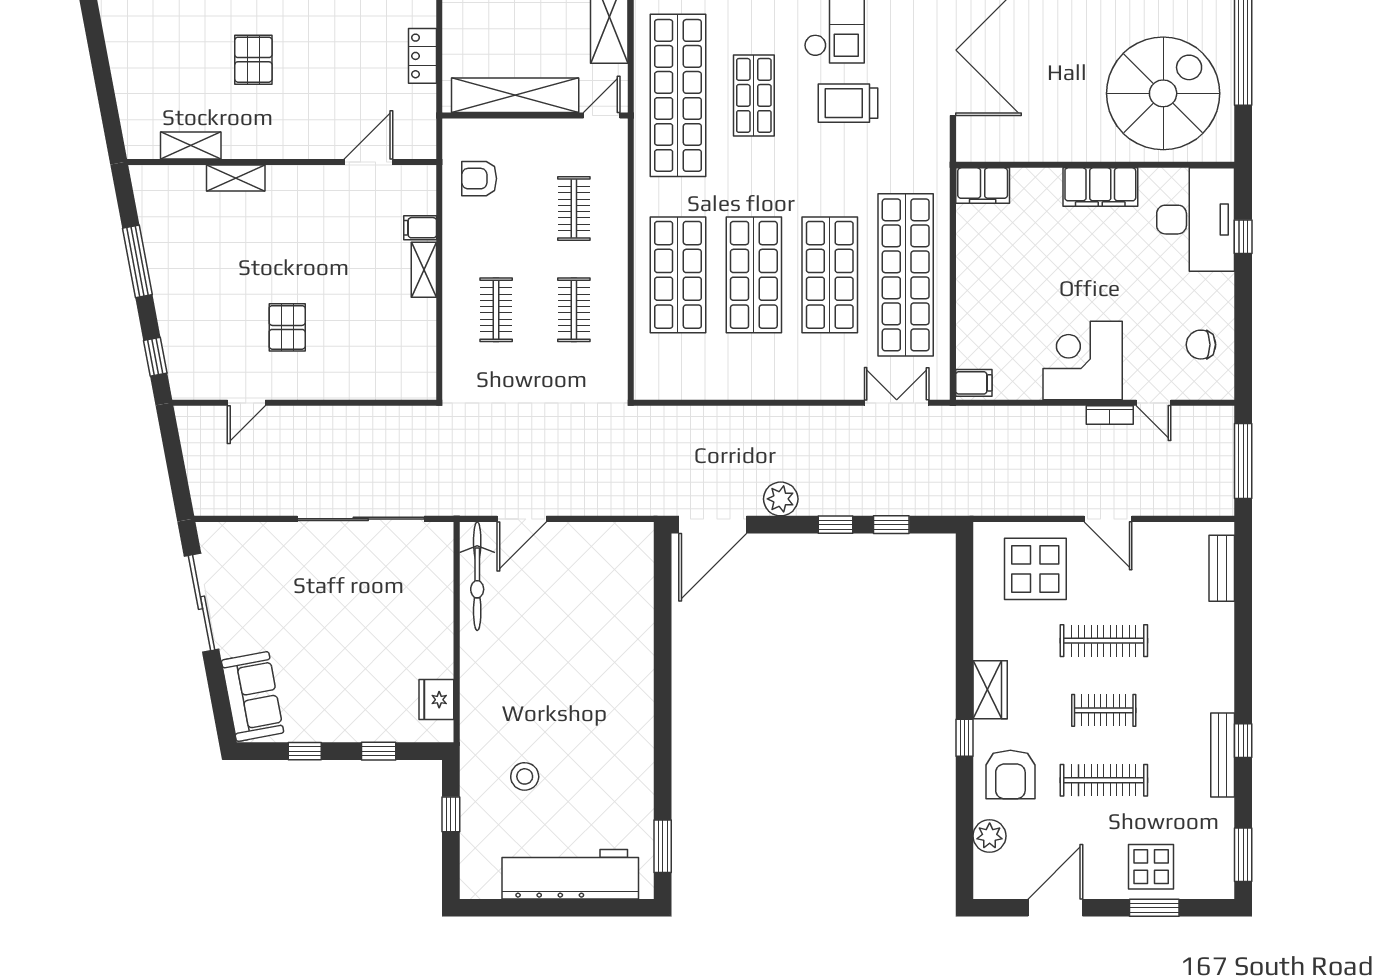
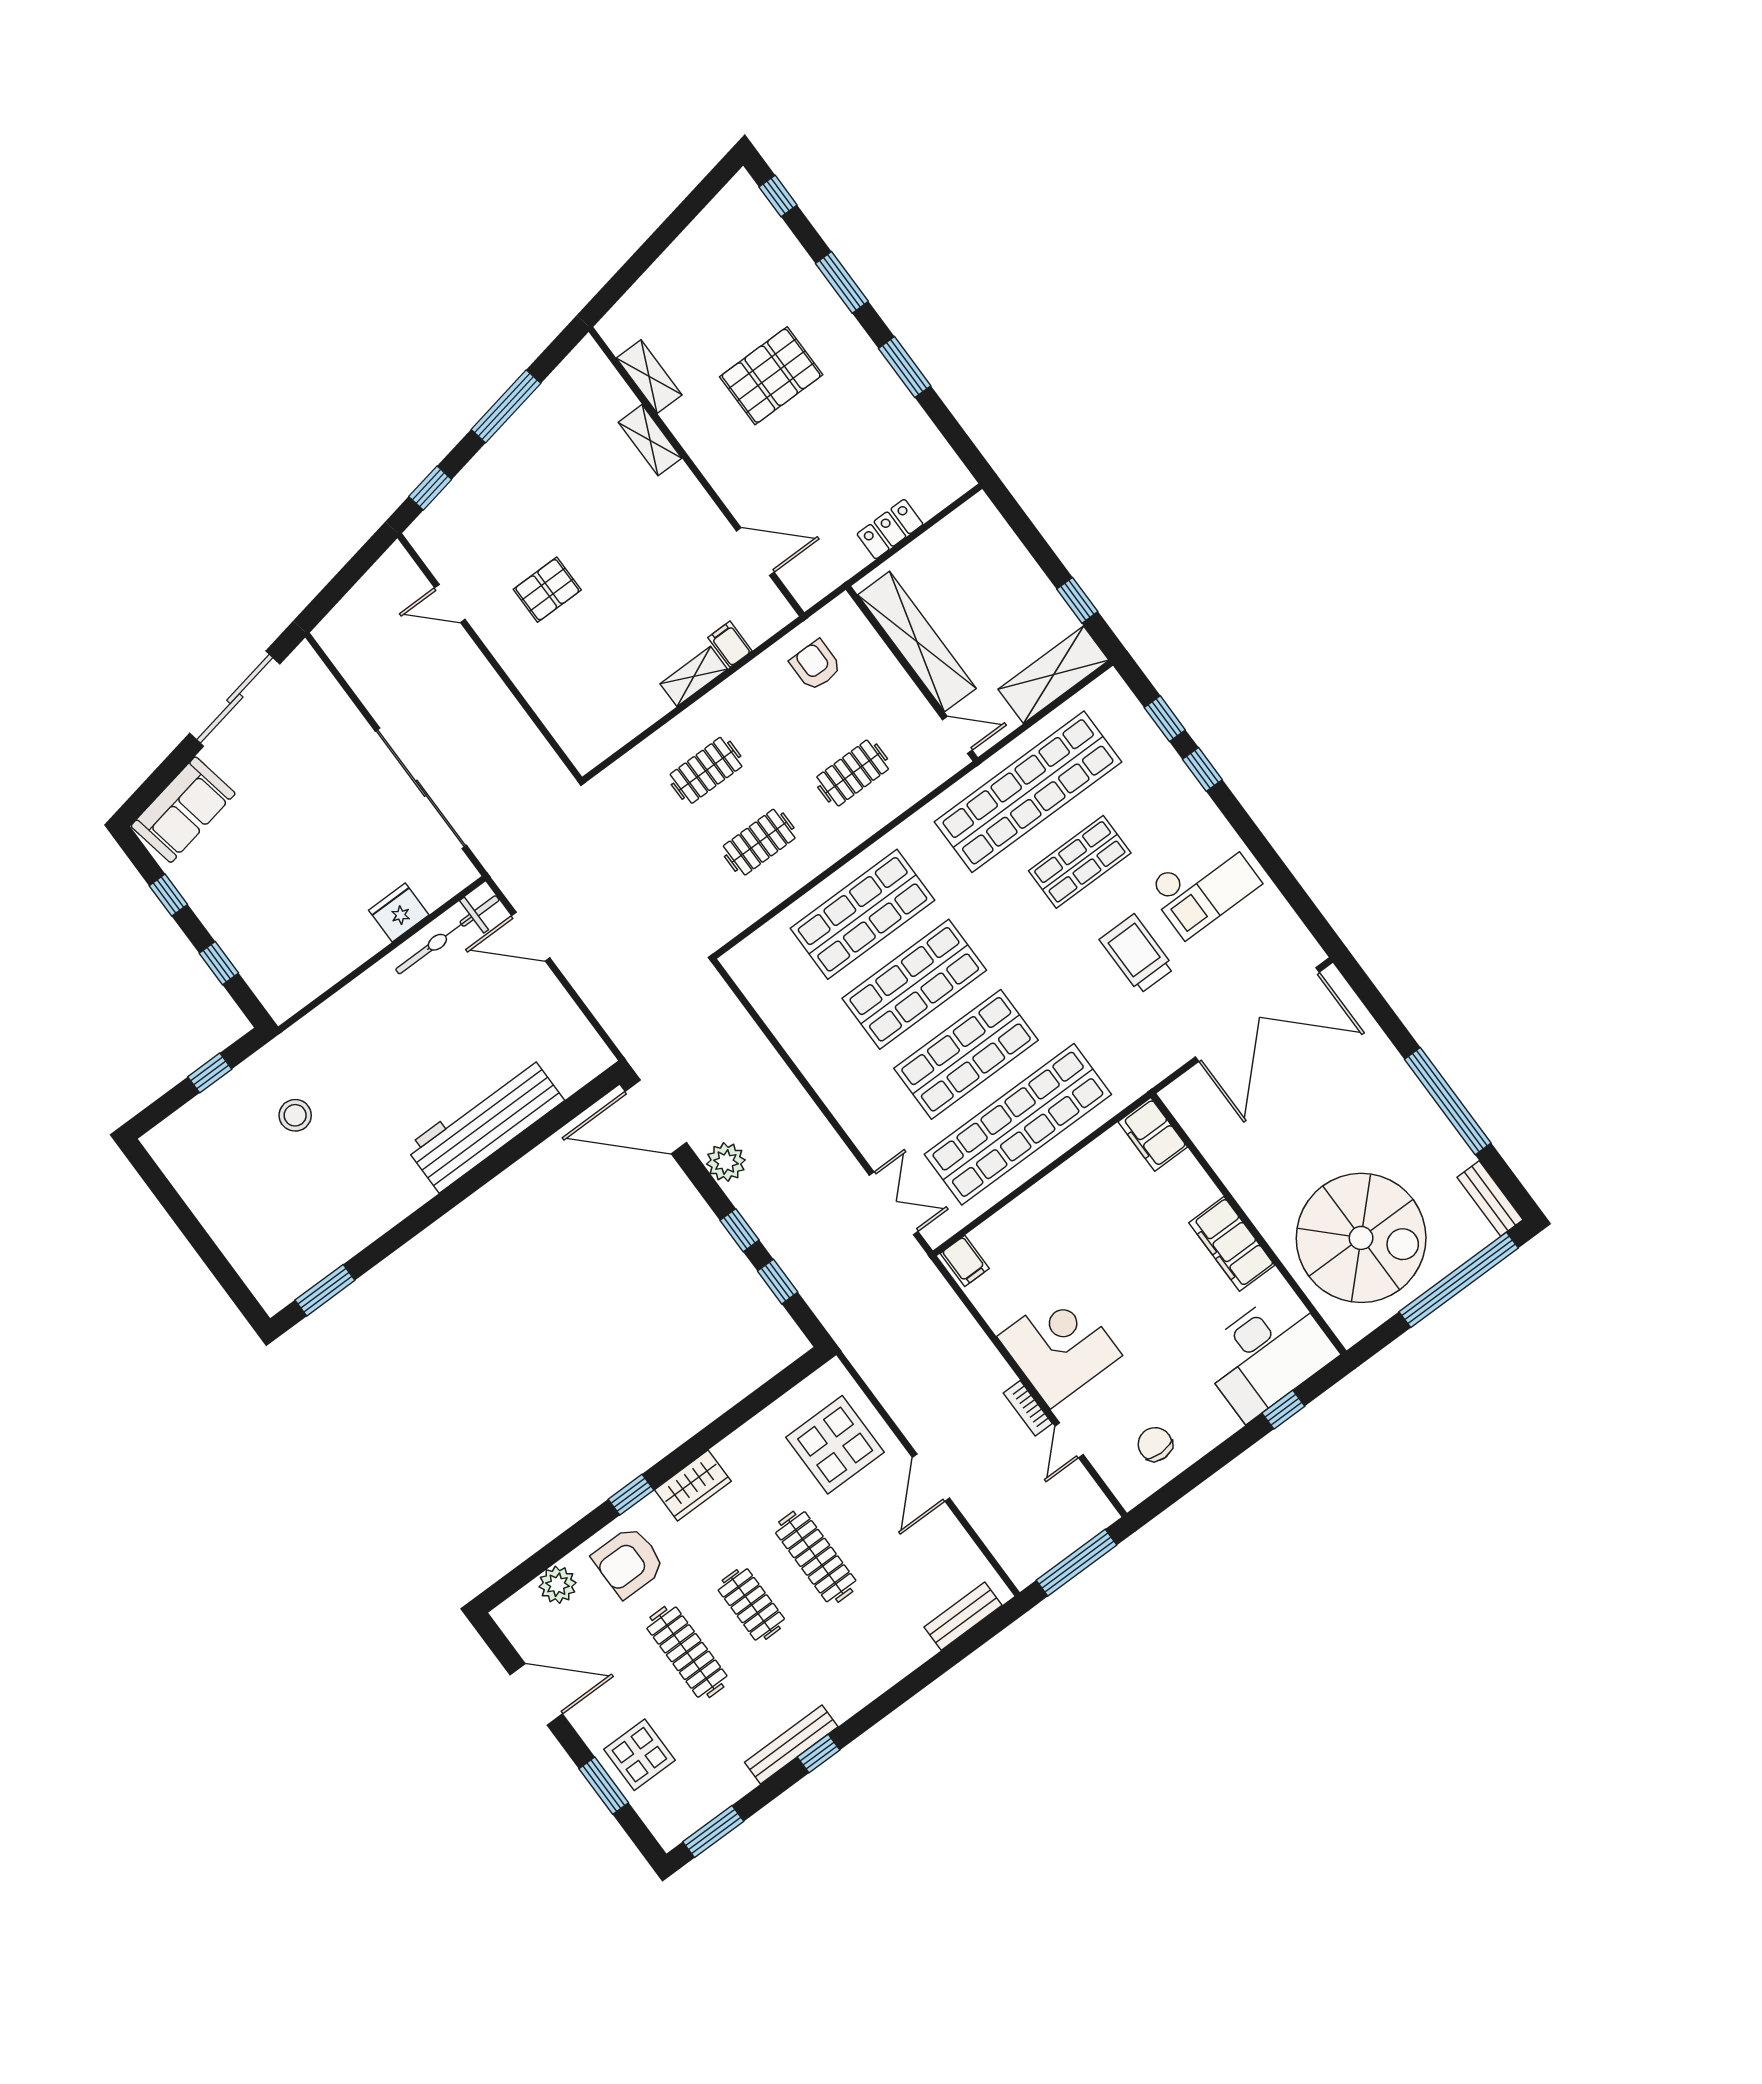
pallet: (253, 60) -> (771, 376), width x1.50, depth x1.42
fridge: (436, 700) -> (399, 913), moved
workbench: (570, 874) -> (485, 1124), moved, turned -90

